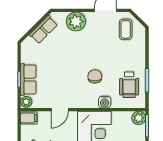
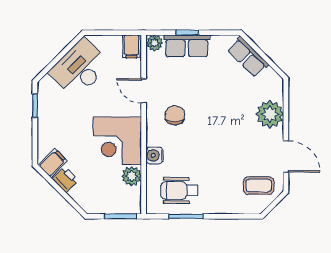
row of seats: (43, 30) -> (248, 57), moved
chair: (95, 76) -> (175, 115), moved, turned -90
plant: (139, 118) -> (132, 176), moved

